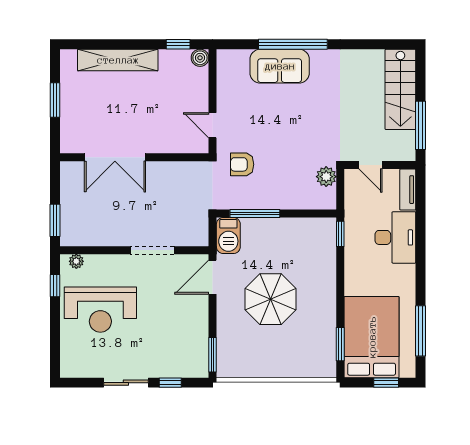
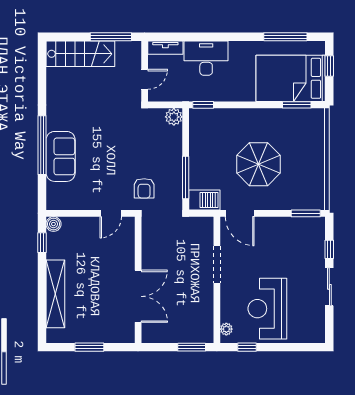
plant: (326, 177) -> (174, 117), moved
reception desk: (100, 310) -> (267, 309), turned 180

